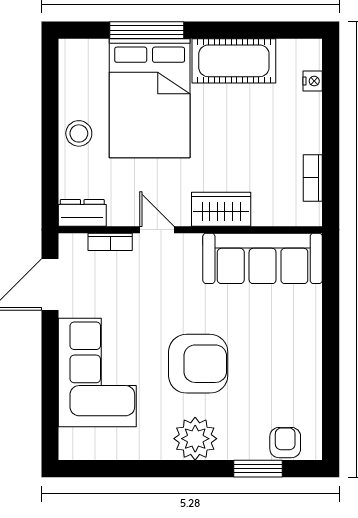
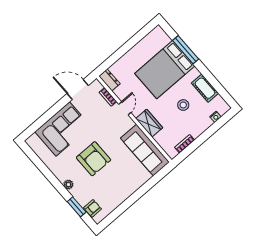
cot: (234, 61) -> (205, 88), width x0.73, depth x0.75
stool: (79, 133) -> (183, 105), moved
plant: (195, 439) -> (68, 185), width x0.53, depth x0.53

